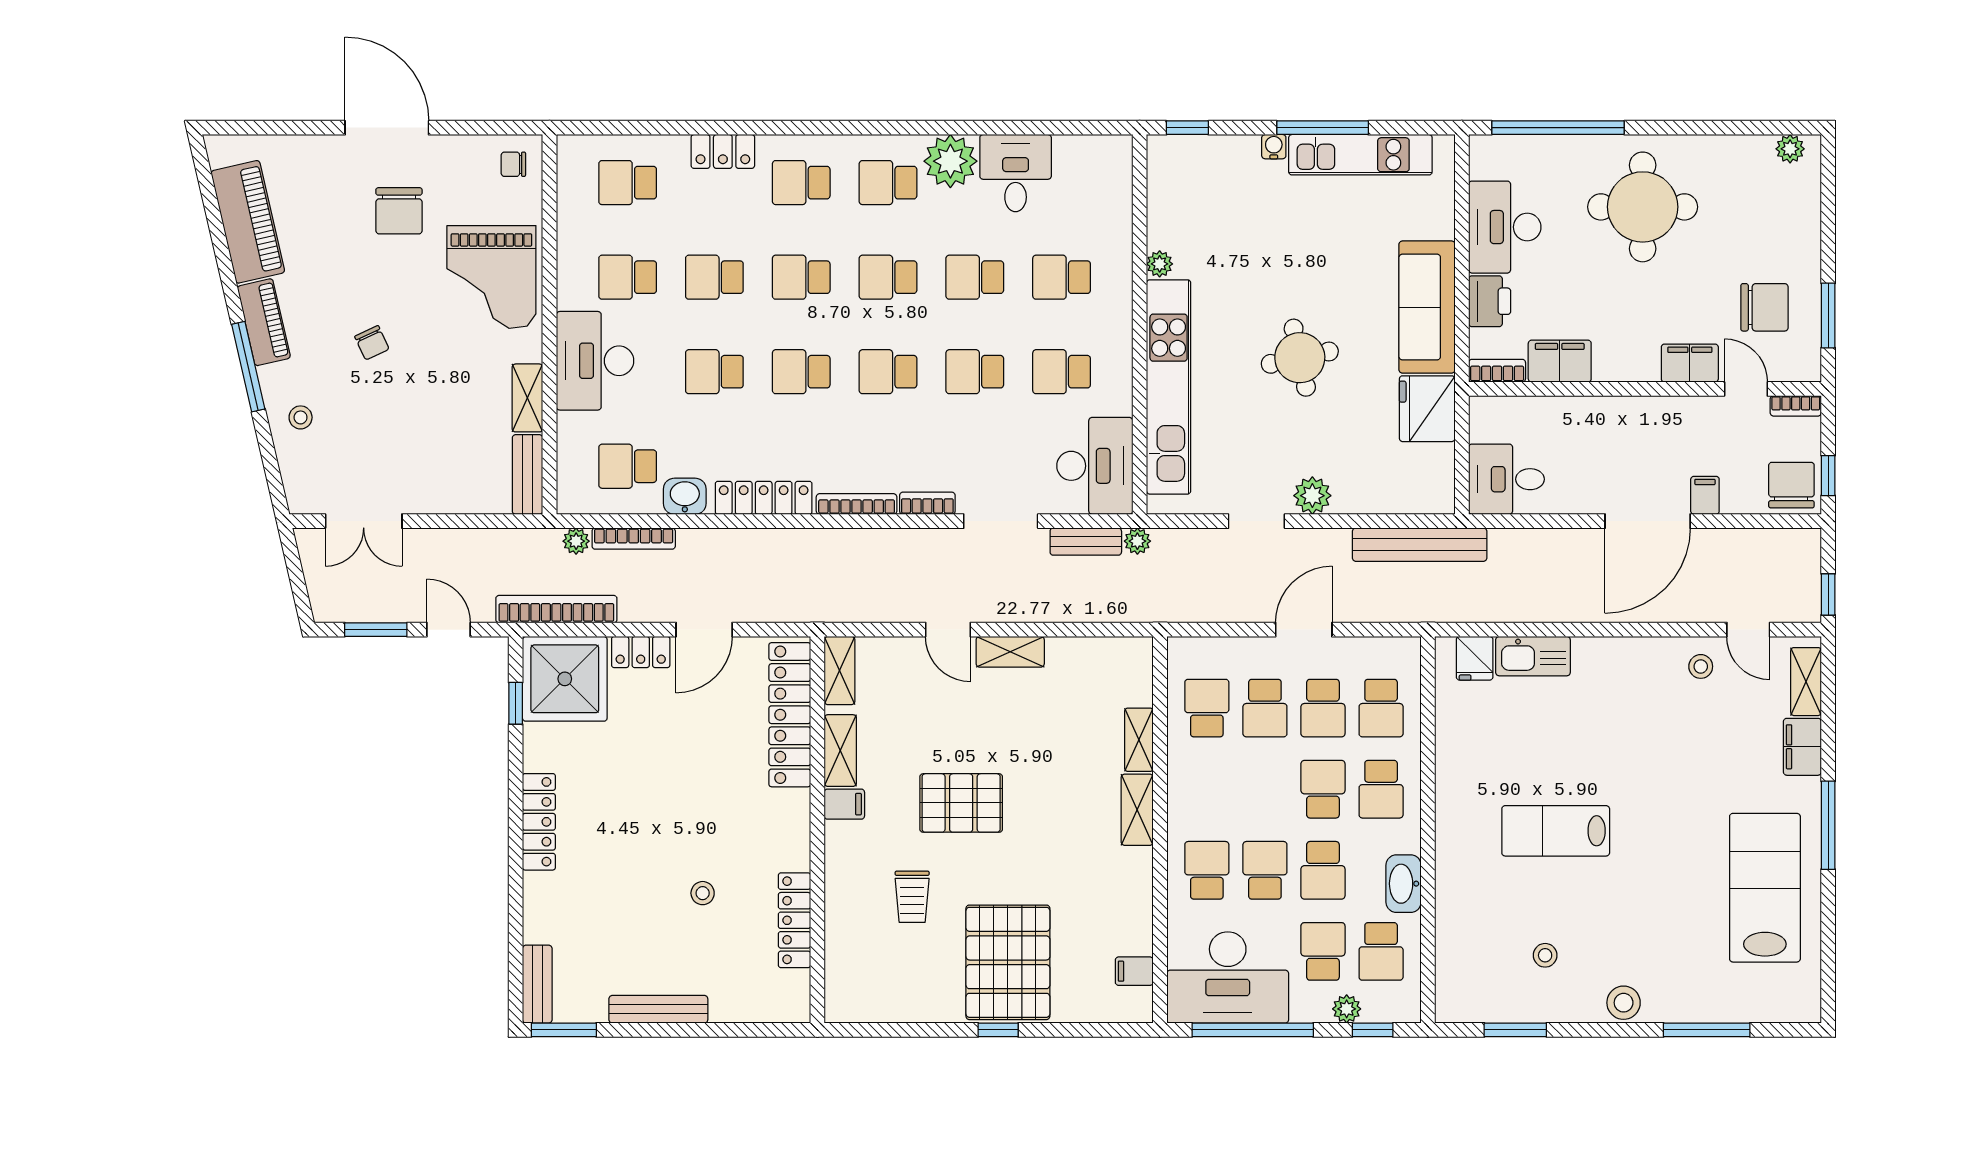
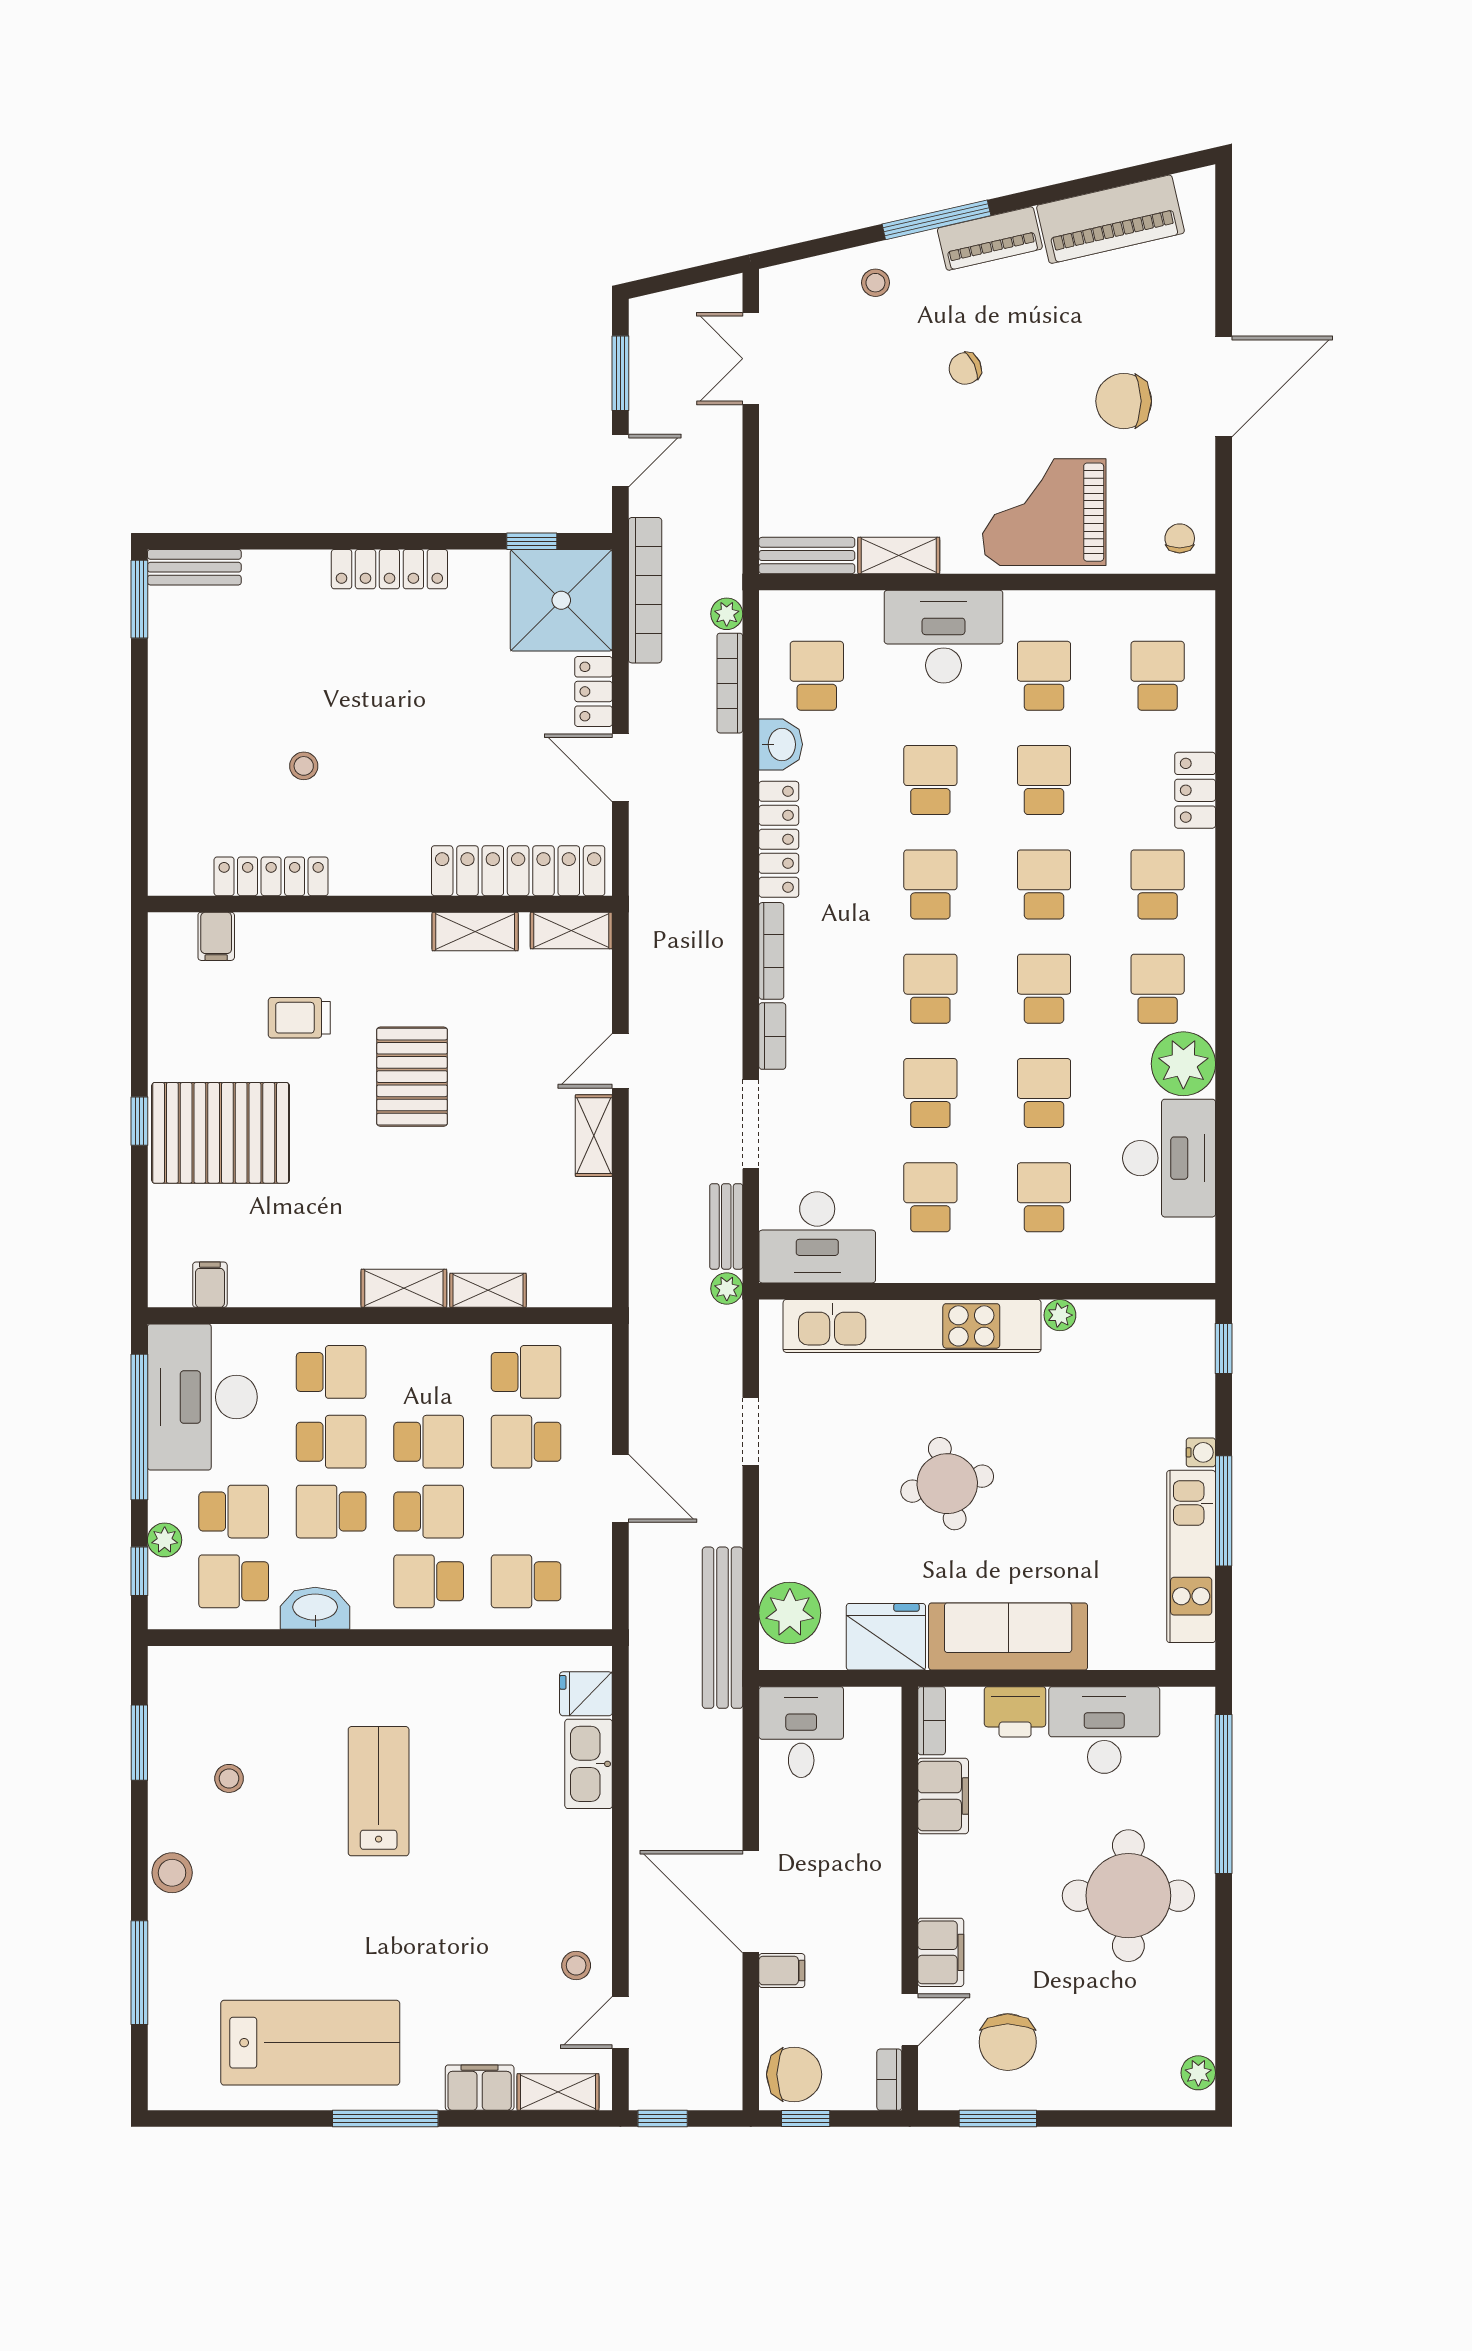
desk: (1016, 173) -> (1169, 1158), width x1.37
plant: (1312, 496) -> (790, 1613), moved, width x1.36, depth x1.36
school desk: (1323, 708) -> (429, 1442), moved, turned 180
filing cabinet: (844, 804) -> (216, 936), moved
bench: (658, 1009) -> (164, 713), removed

